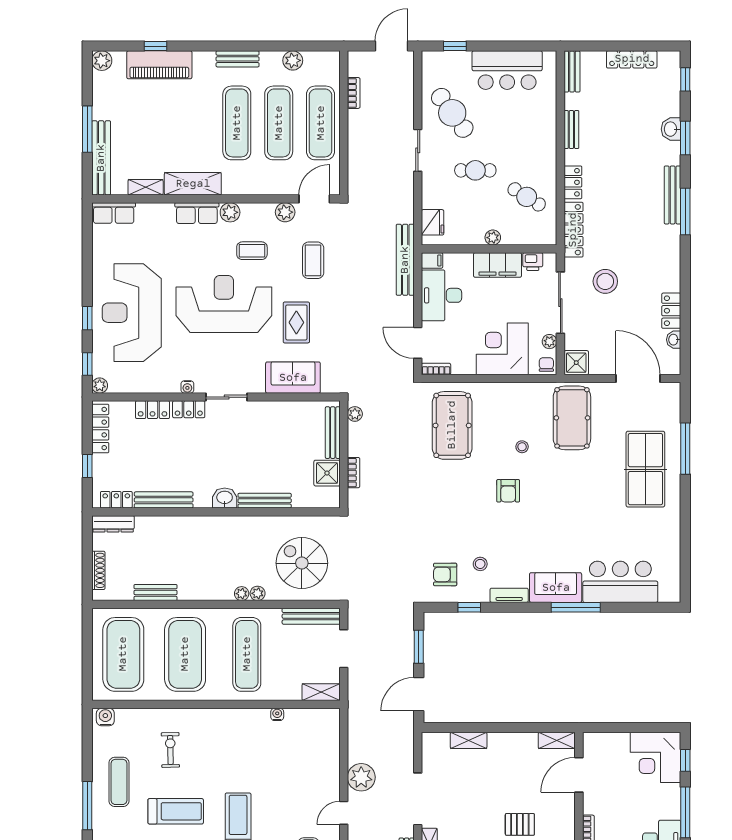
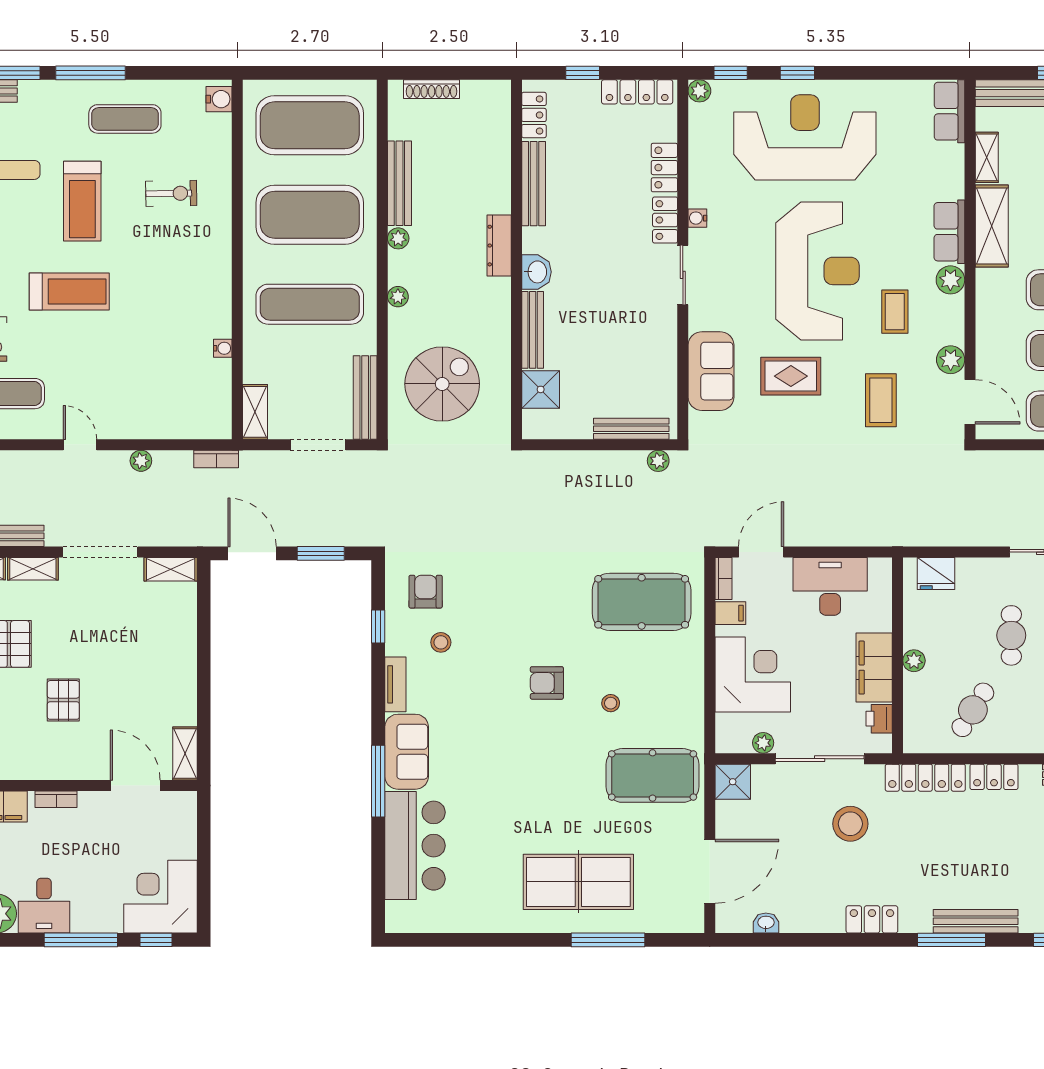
coffee table: (313, 260) -> (881, 400), turned 90
bench: (405, 260) -> (882, 534), removed
filing cabinet: (432, 260) -> (730, 613), moved, turned -90
locker: (671, 311) -> (872, 919), moved
chair: (546, 365) -> (730, 738), removed
shower: (327, 473) -> (541, 389), moved
bookcase: (354, 473) -> (216, 459), moved
dresser: (113, 524) -> (499, 246), moved
bench: (156, 593) -> (399, 183), width x1.36
plant: (258, 593) -> (398, 238), moved
shelving: (469, 740) -> (171, 569), moved, turned 90
plant: (361, 777) -> (141, 461), width x0.53, depth x0.53

